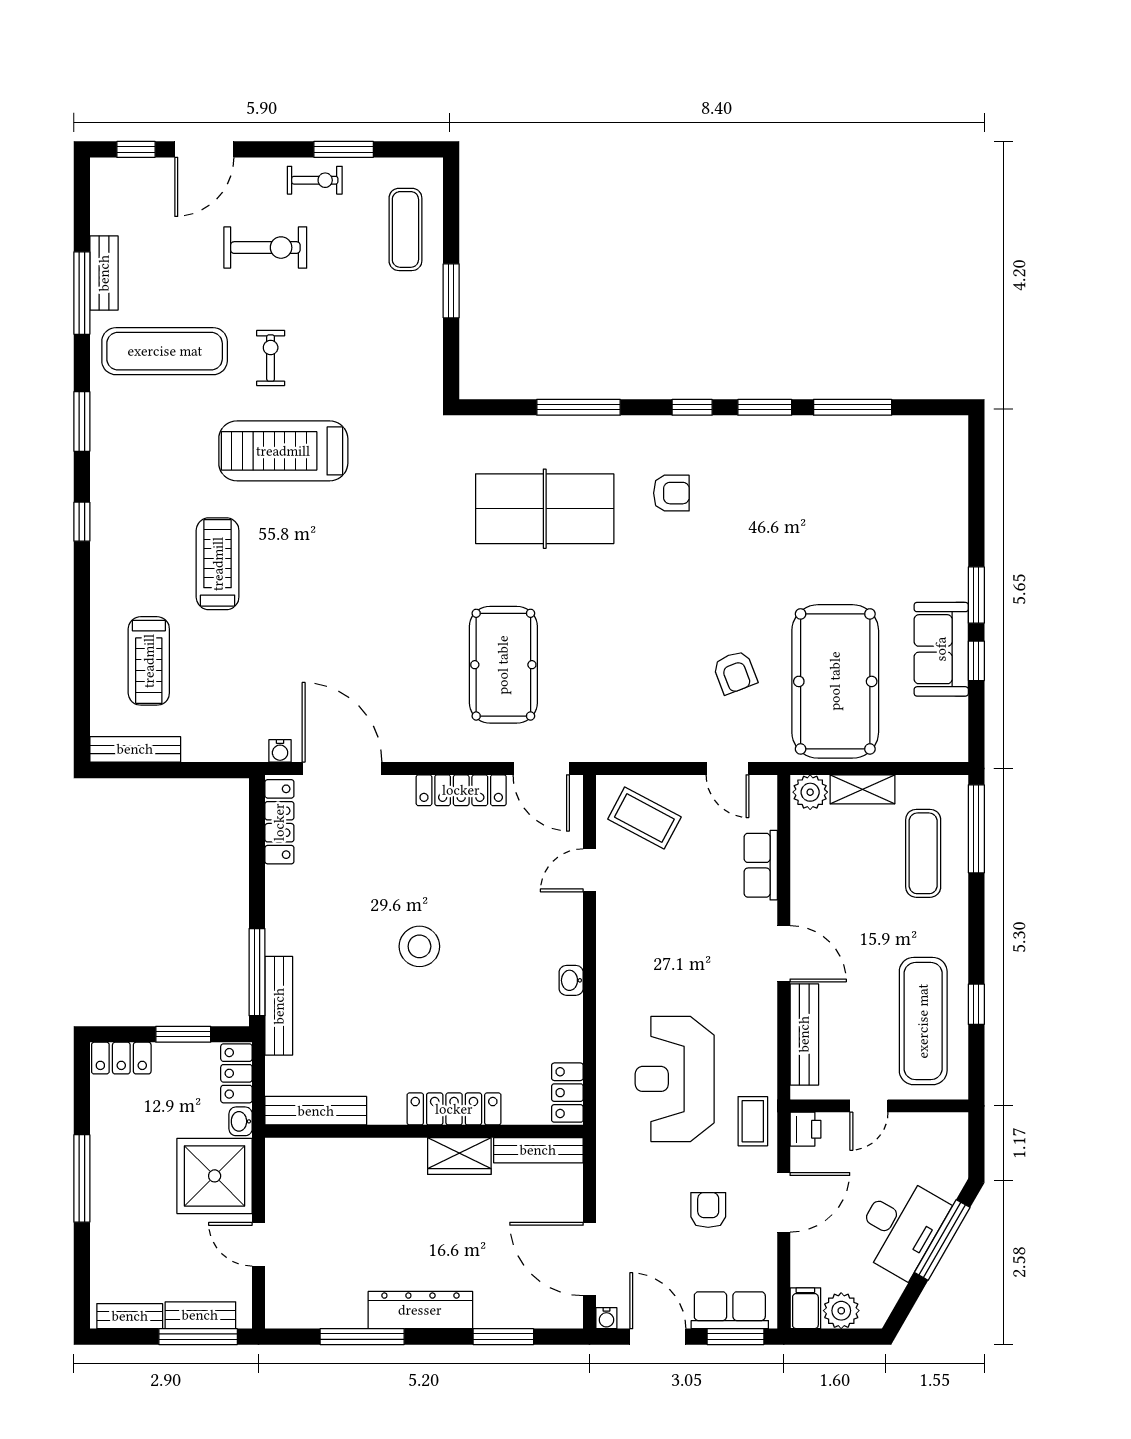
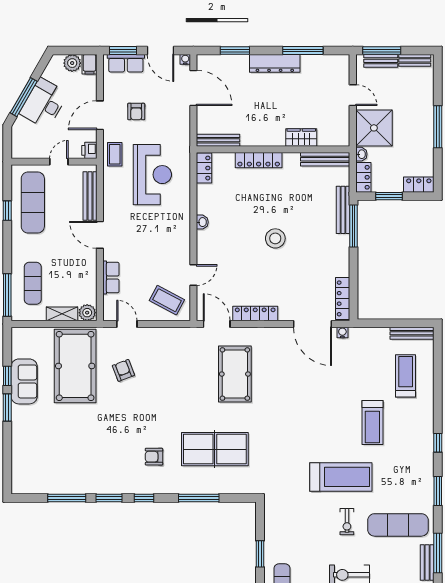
wardrobe: (459, 1156) -> (301, 137), moved

